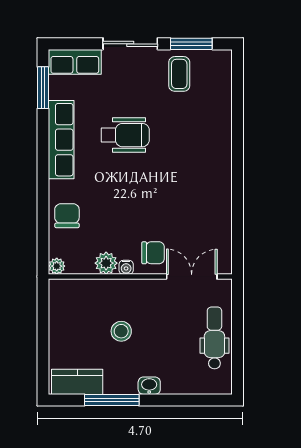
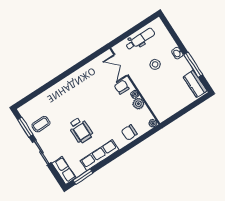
wheelchair: (125, 135) -> (81, 130), turned 180
stool: (121, 331) -> (155, 64), moved
dental chair: (214, 338) -> (140, 39), turned 180

